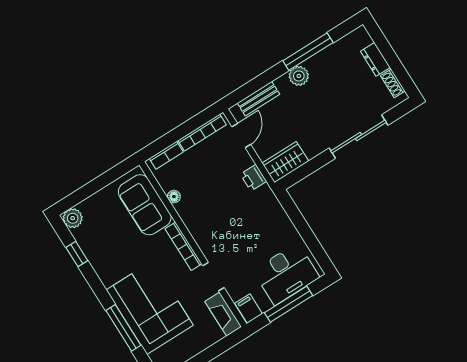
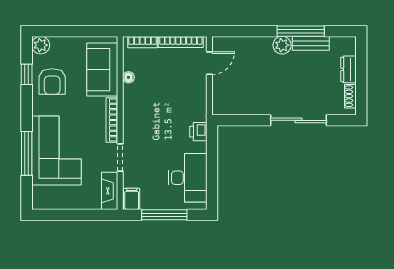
bench: (259, 99) -> (311, 43), moved
wardrobe: (285, 162) -> (230, 105), removed
printer: (253, 178) -> (198, 132), moved
armchair: (105, 245) -> (52, 81), added
desk: (286, 274) -> (188, 178), moved, turned -90

